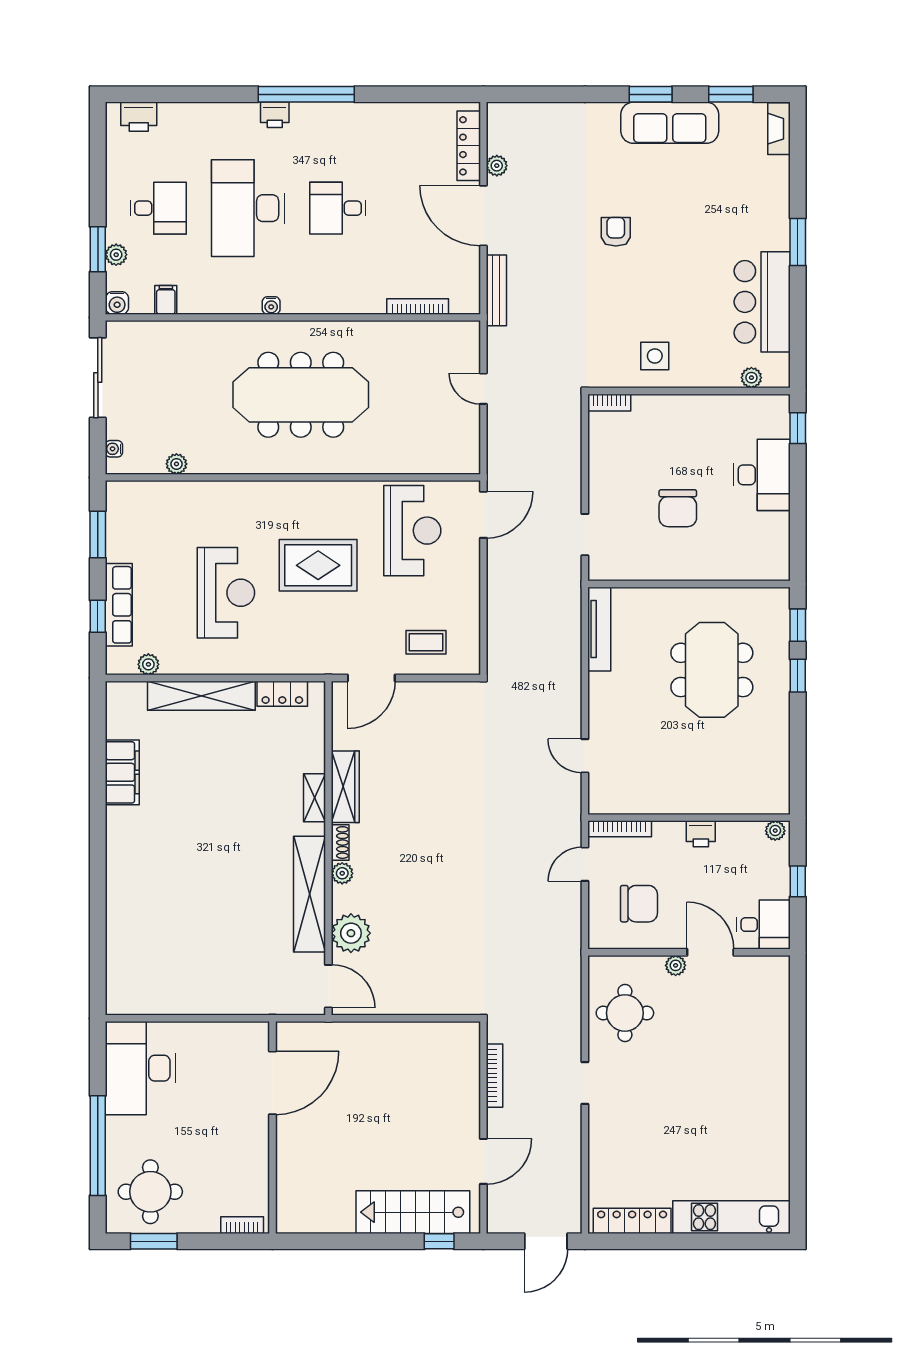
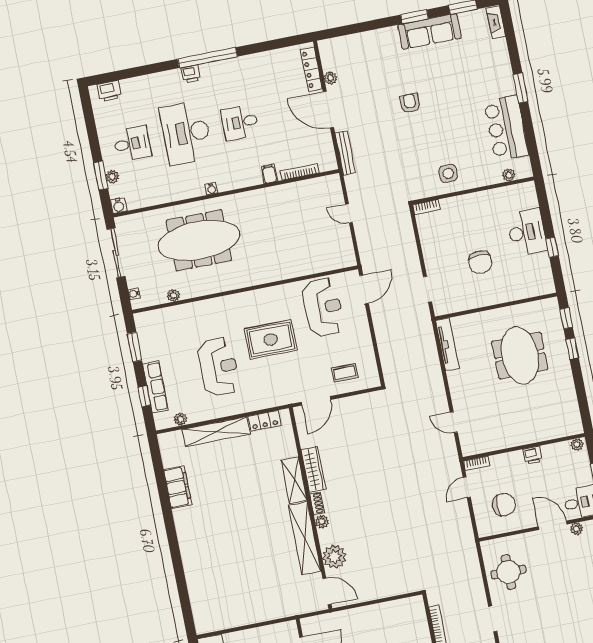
filing cabinet: (166, 300) -> (269, 174), moved
meeting table: (301, 395) -> (199, 240), moved
window: (798, 428) -> (552, 247), moved
shelving: (315, 798) -> (294, 480), width x1.50, depth x1.33
bookcase: (620, 829) -> (476, 463), width x0.64
plant: (676, 965) -> (577, 529), moved

